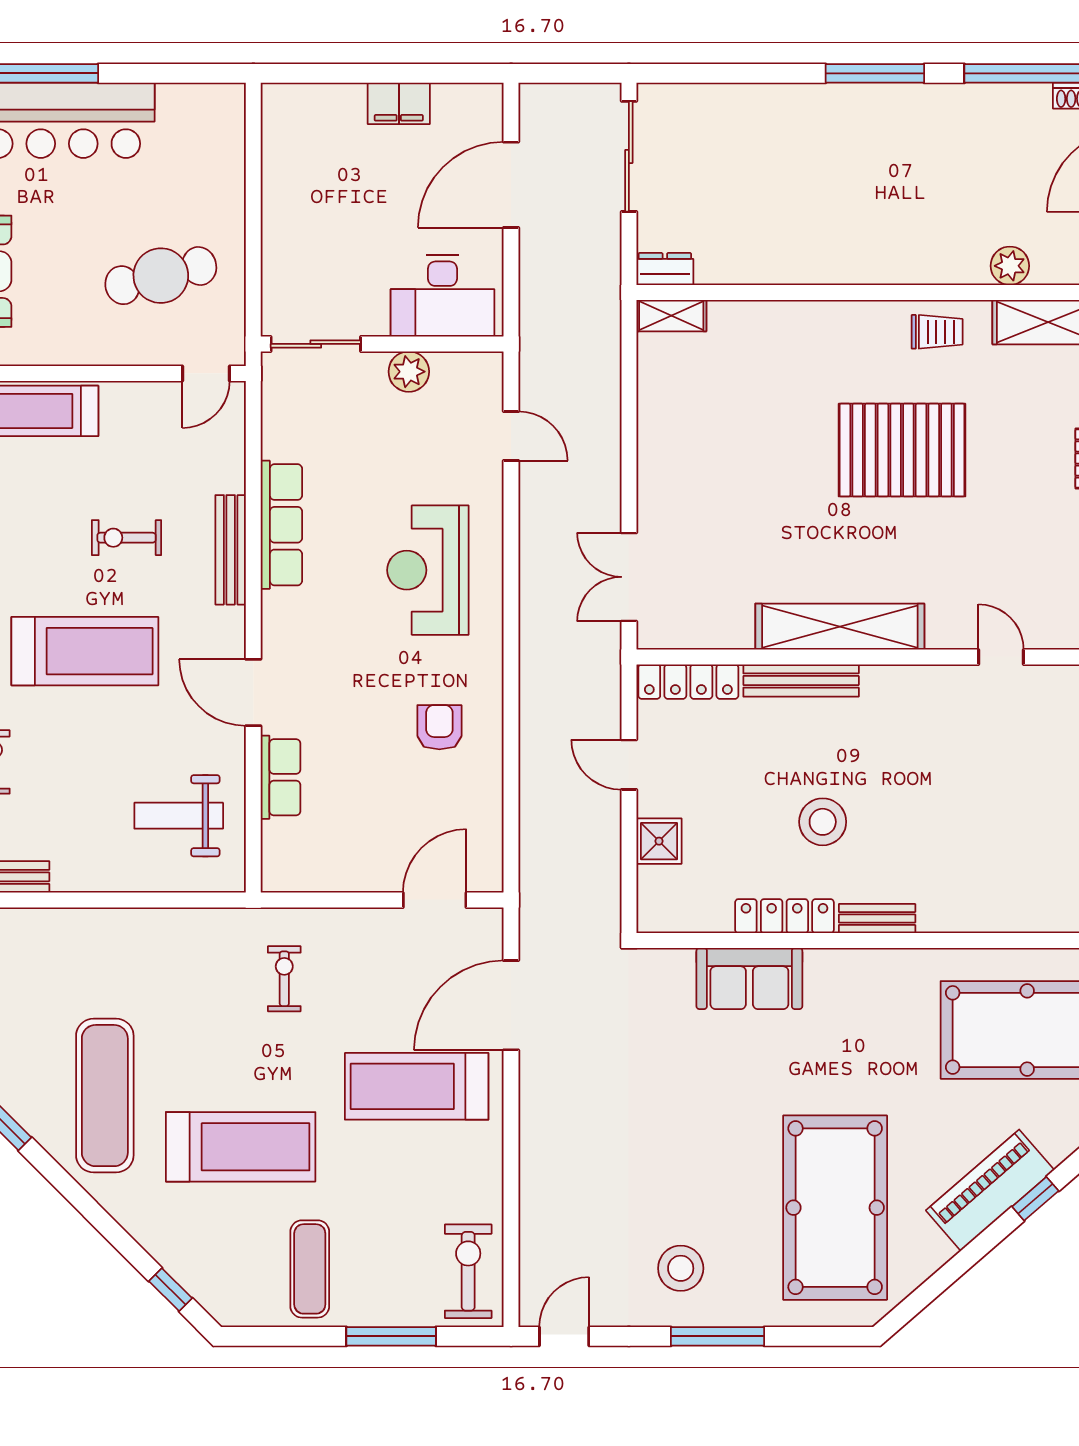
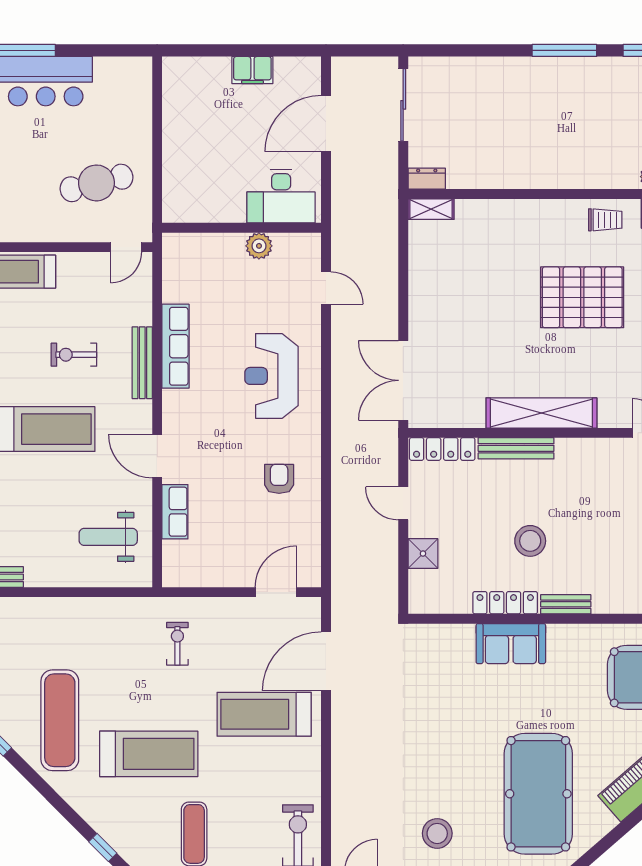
sliding door: (316, 344) -> (198, 228), removed
double door: (629, 577) -> (403, 380), width x1.37
sofa: (749, 978) -> (511, 644), moved

